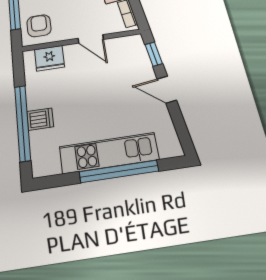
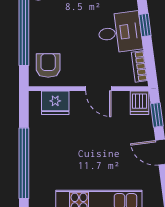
dishwasher: (40, 119) -> (139, 103), moved, turned 90

